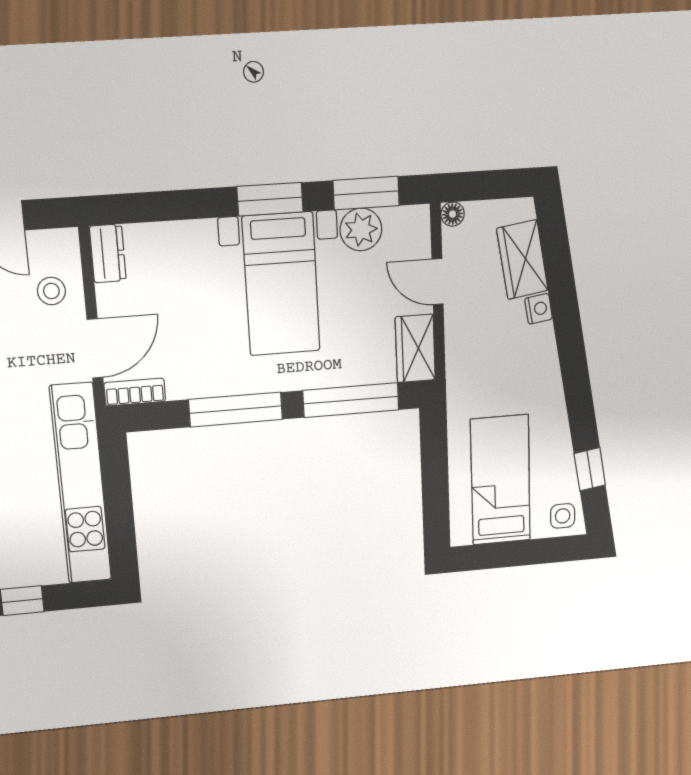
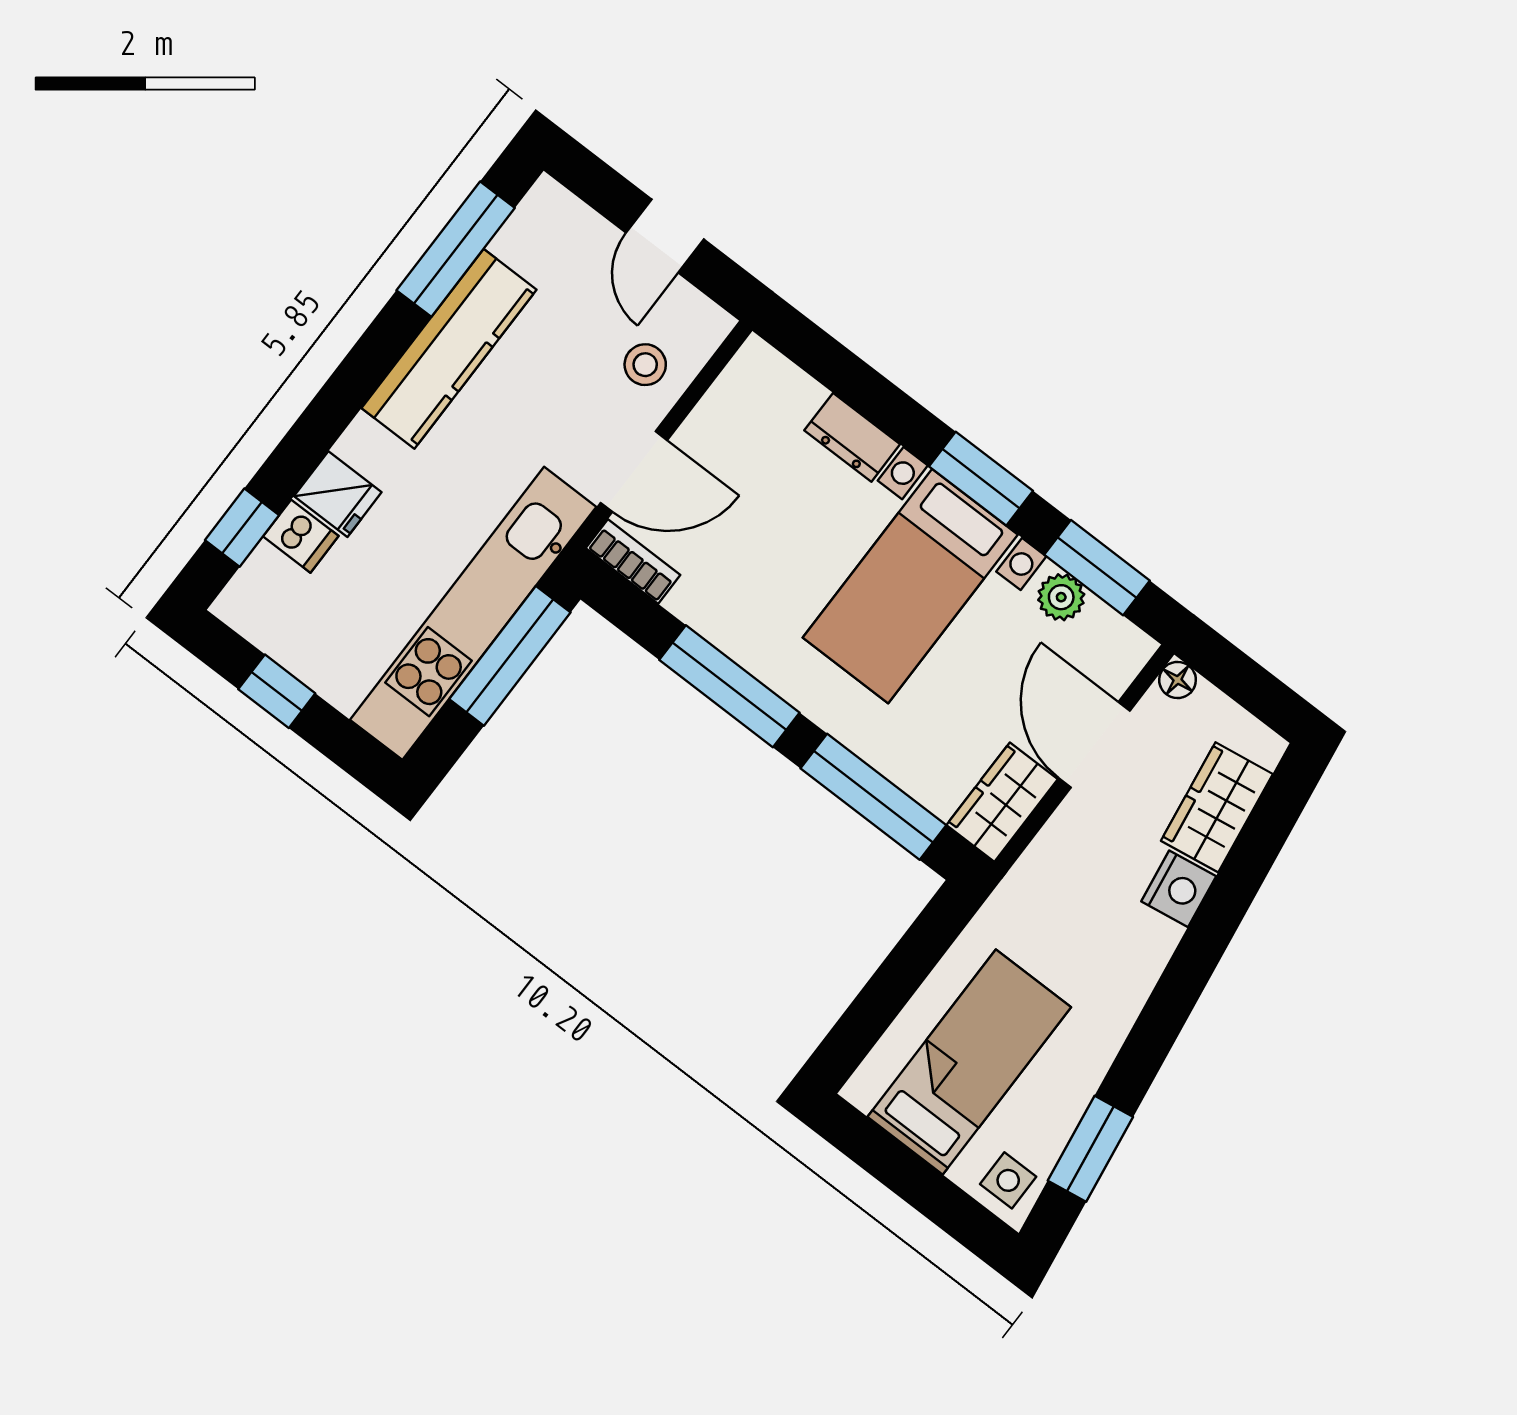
plant: (361, 229) -> (1061, 597), width x0.73, depth x0.73
dresser: (108, 253) -> (852, 437), moved, turned 90
door: (438, 282) -> (1095, 745), width x1.38
nightstand: (539, 309) -> (1179, 889), width x1.39, depth x1.35
window: (590, 469) -> (1090, 1149), width x1.50
window: (117, 488) -> (510, 656), added

